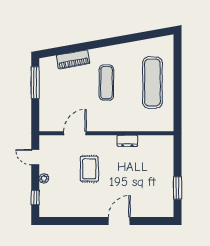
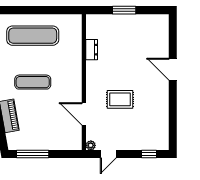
dresser: (127, 141) -> (92, 50), moved
plant: (44, 178) -> (91, 145), moved
window: (178, 188) -> (124, 10), moved

